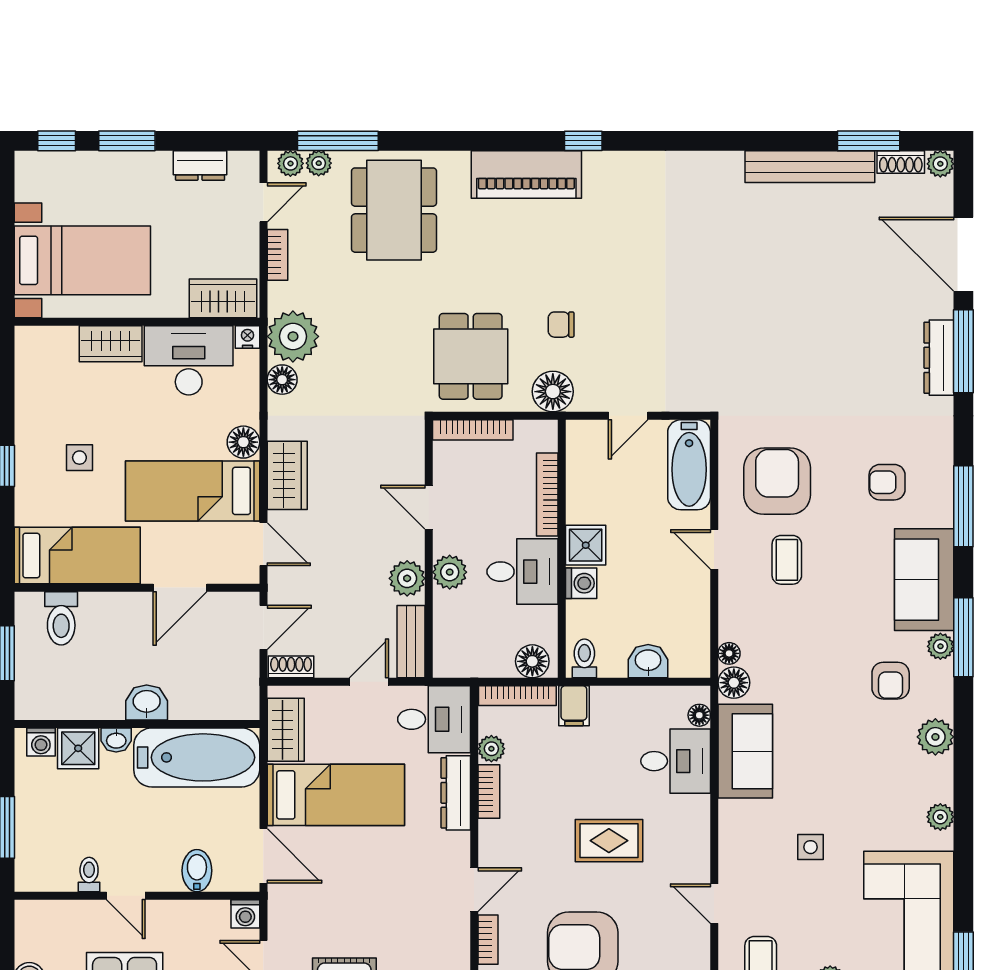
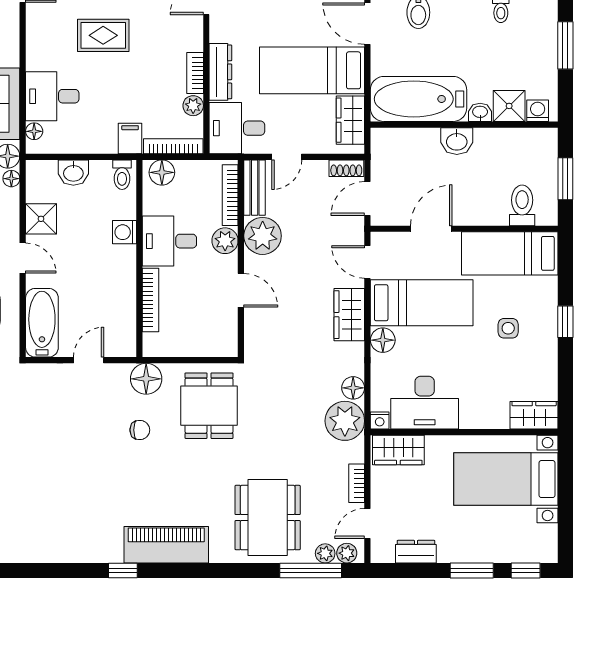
wardrobe: (111, 344) -> (534, 415), moved
bookcase: (473, 430) -> (230, 195), moved, turned -90
shower: (586, 545) -> (41, 219), moved
plant: (407, 578) -> (263, 236), width x1.36, depth x1.36

